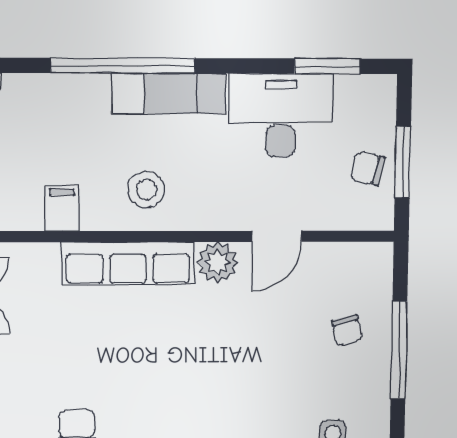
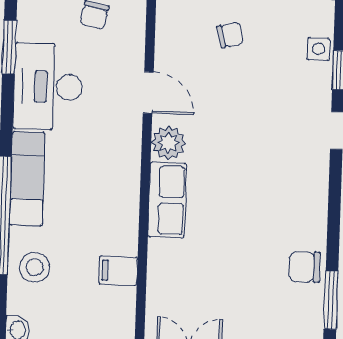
stool: (146, 190) -> (34, 267), moved
row of seats: (128, 263) -> (167, 200), width x0.68

